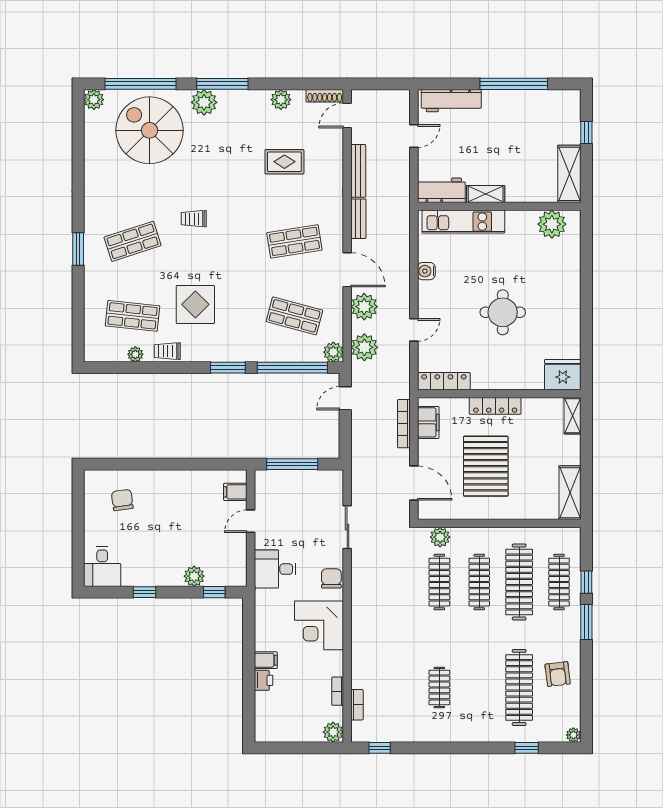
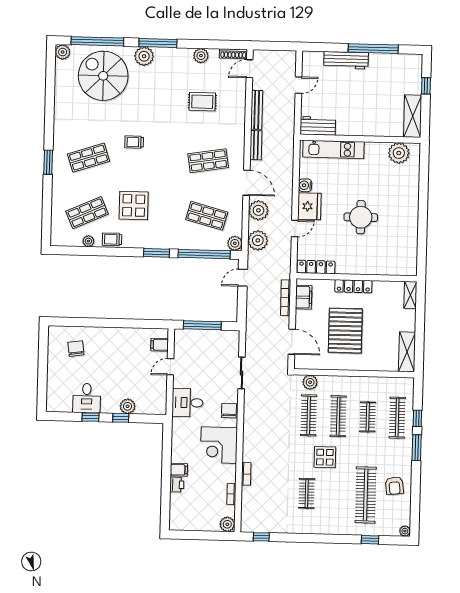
workbench: (451, 101) -> (346, 60), moved
shelving: (486, 194) -> (350, 129), removed
shop shelf: (133, 316) -> (87, 213), turned -30
fridge: (563, 375) -> (309, 206), moved, turned 90
desk: (102, 567) -> (87, 398), moved
clothes rail: (519, 582) -> (368, 417), width x0.54, depth x0.76
window: (214, 592) -> (121, 418), moved
display table: (463, 638) -> (325, 457), added
bookcase: (357, 705) -> (246, 474), moved

